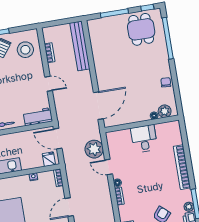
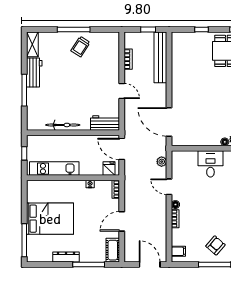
window: (114, 13) -> (202, 30), width x0.46
window: (64, 22) -> (148, 30), added
stool: (25, 50) -> (104, 52), removed
door: (98, 106) -> (169, 122), swing flipped
plant: (94, 149) -> (162, 162), width x0.53, depth x0.53

